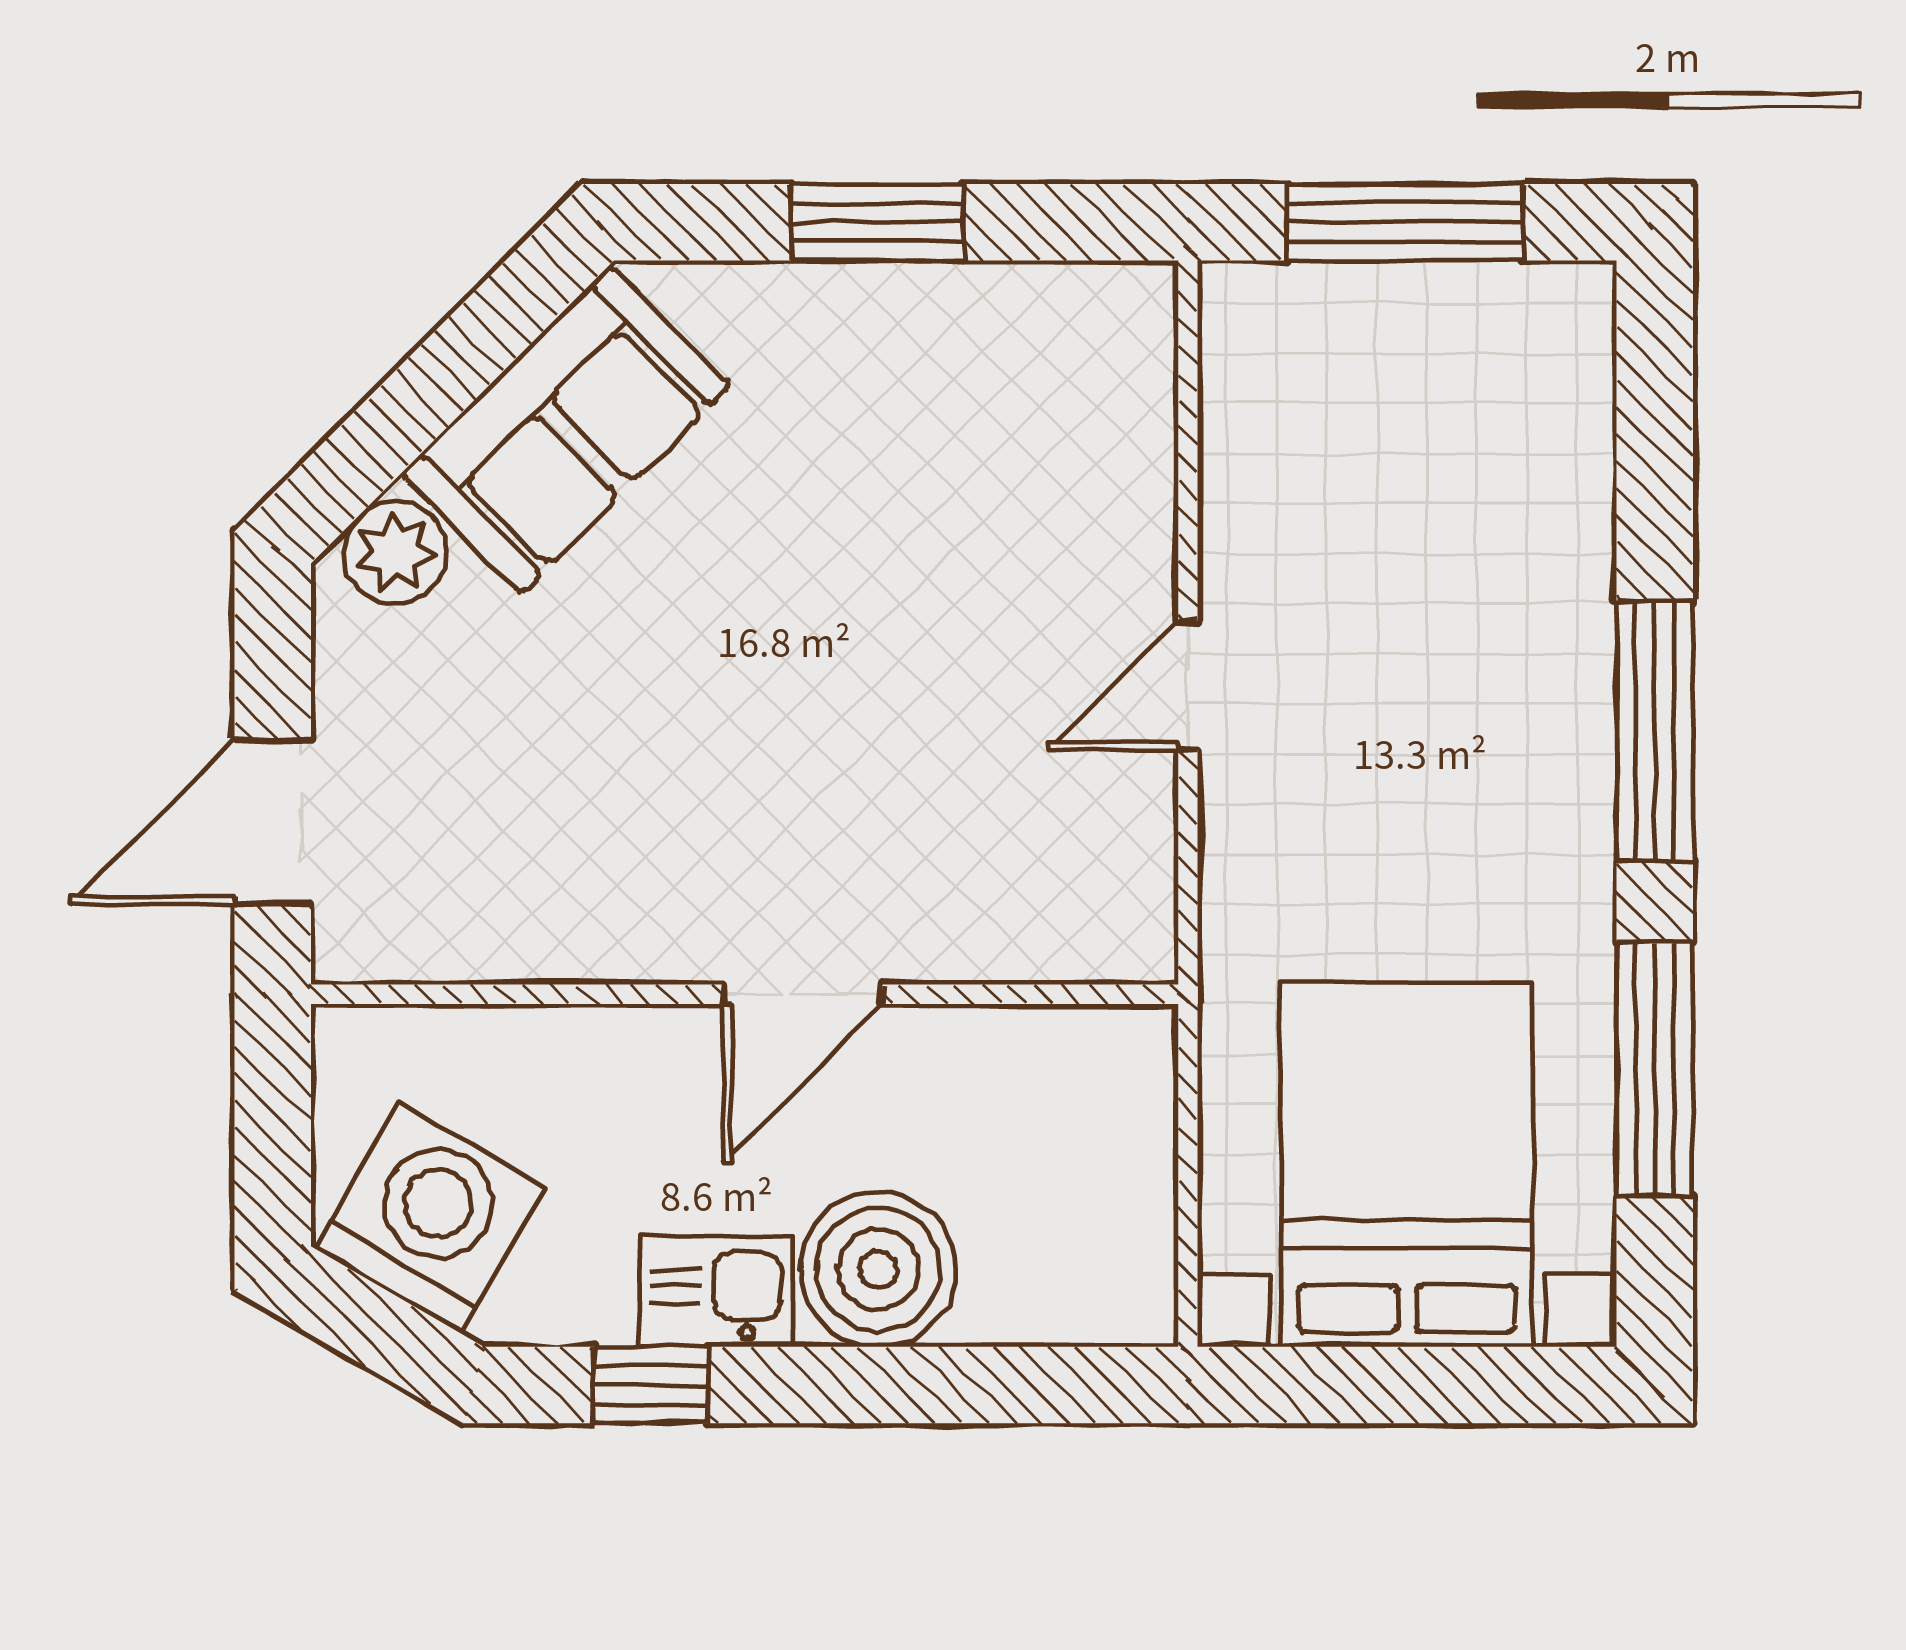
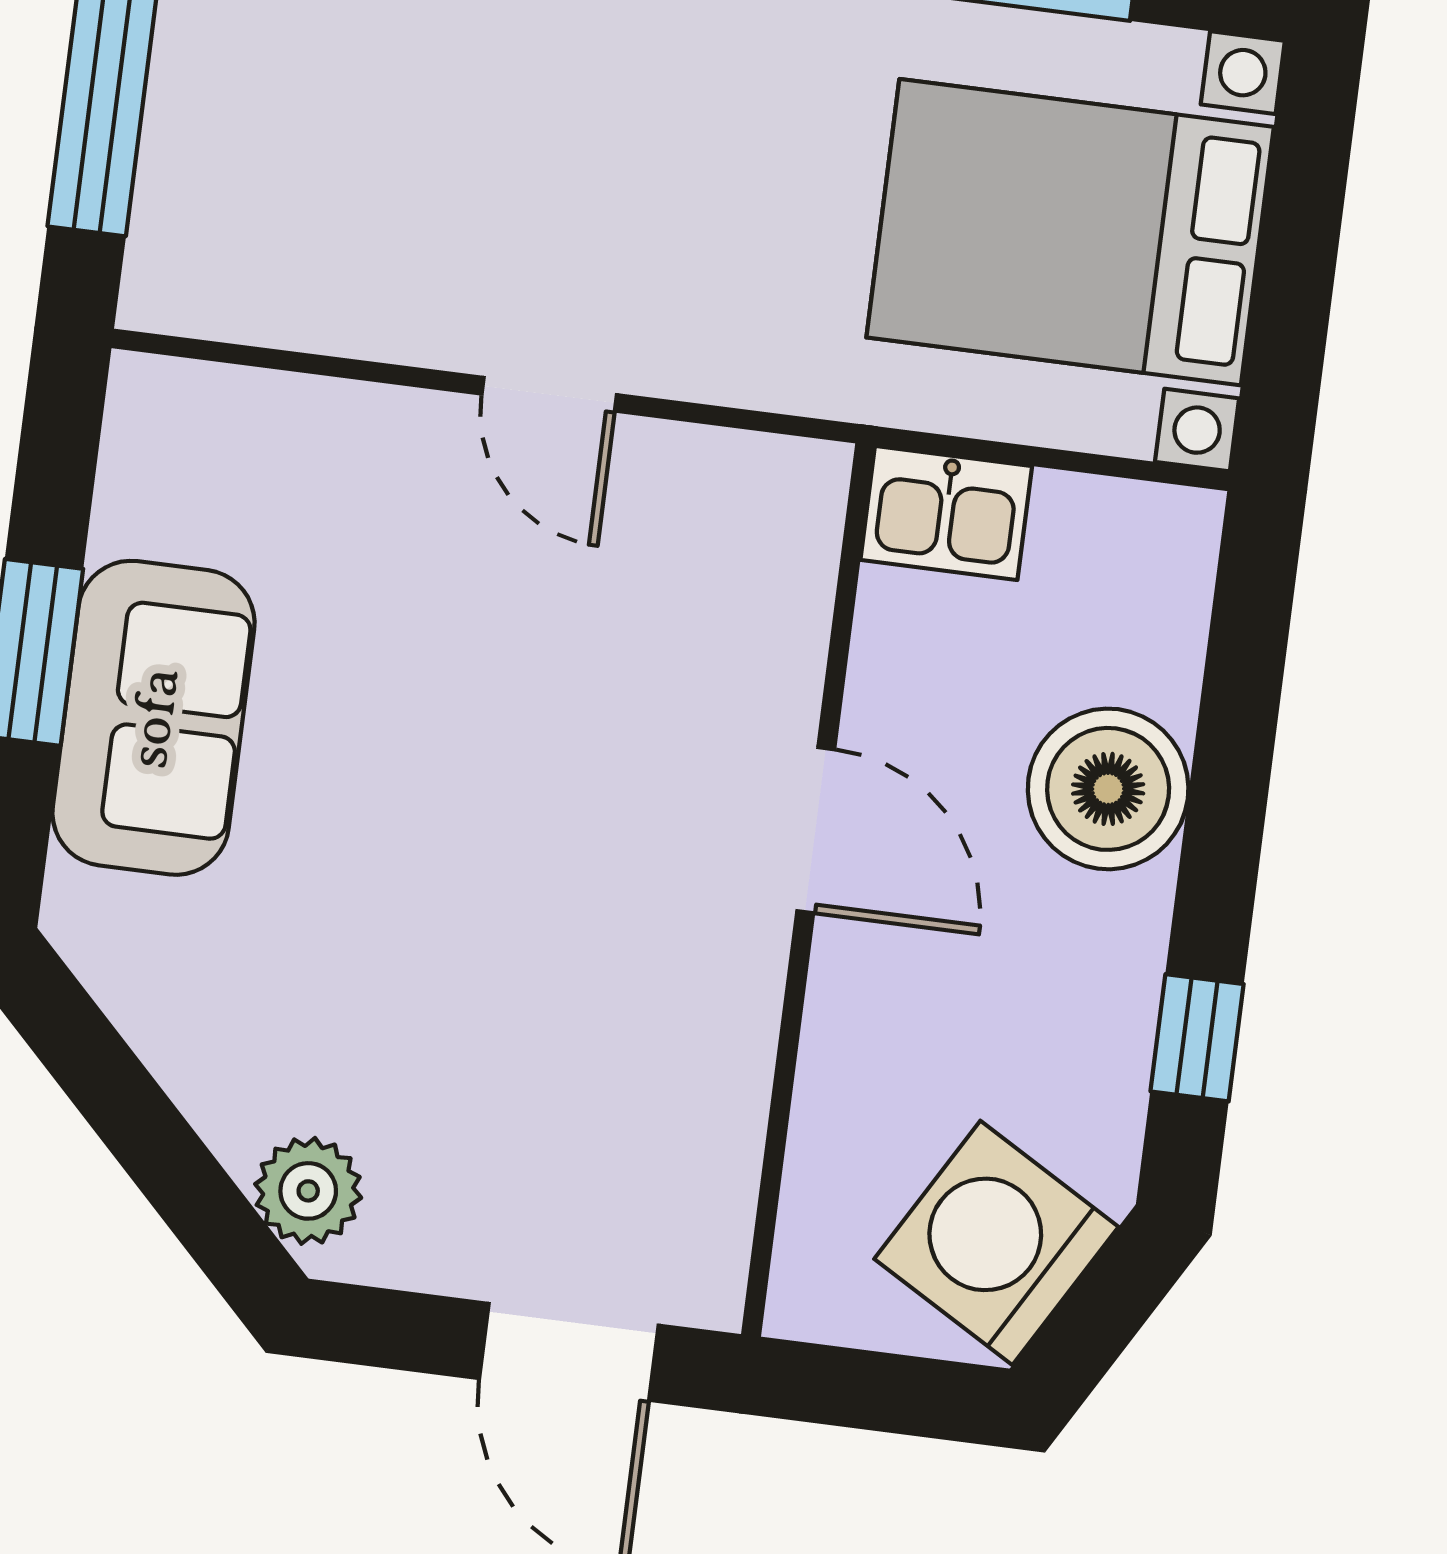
sofa: (566, 430) -> (154, 718), moved, turned 45
kitchen sink: (717, 1291) -> (946, 513), moved, turned -90

